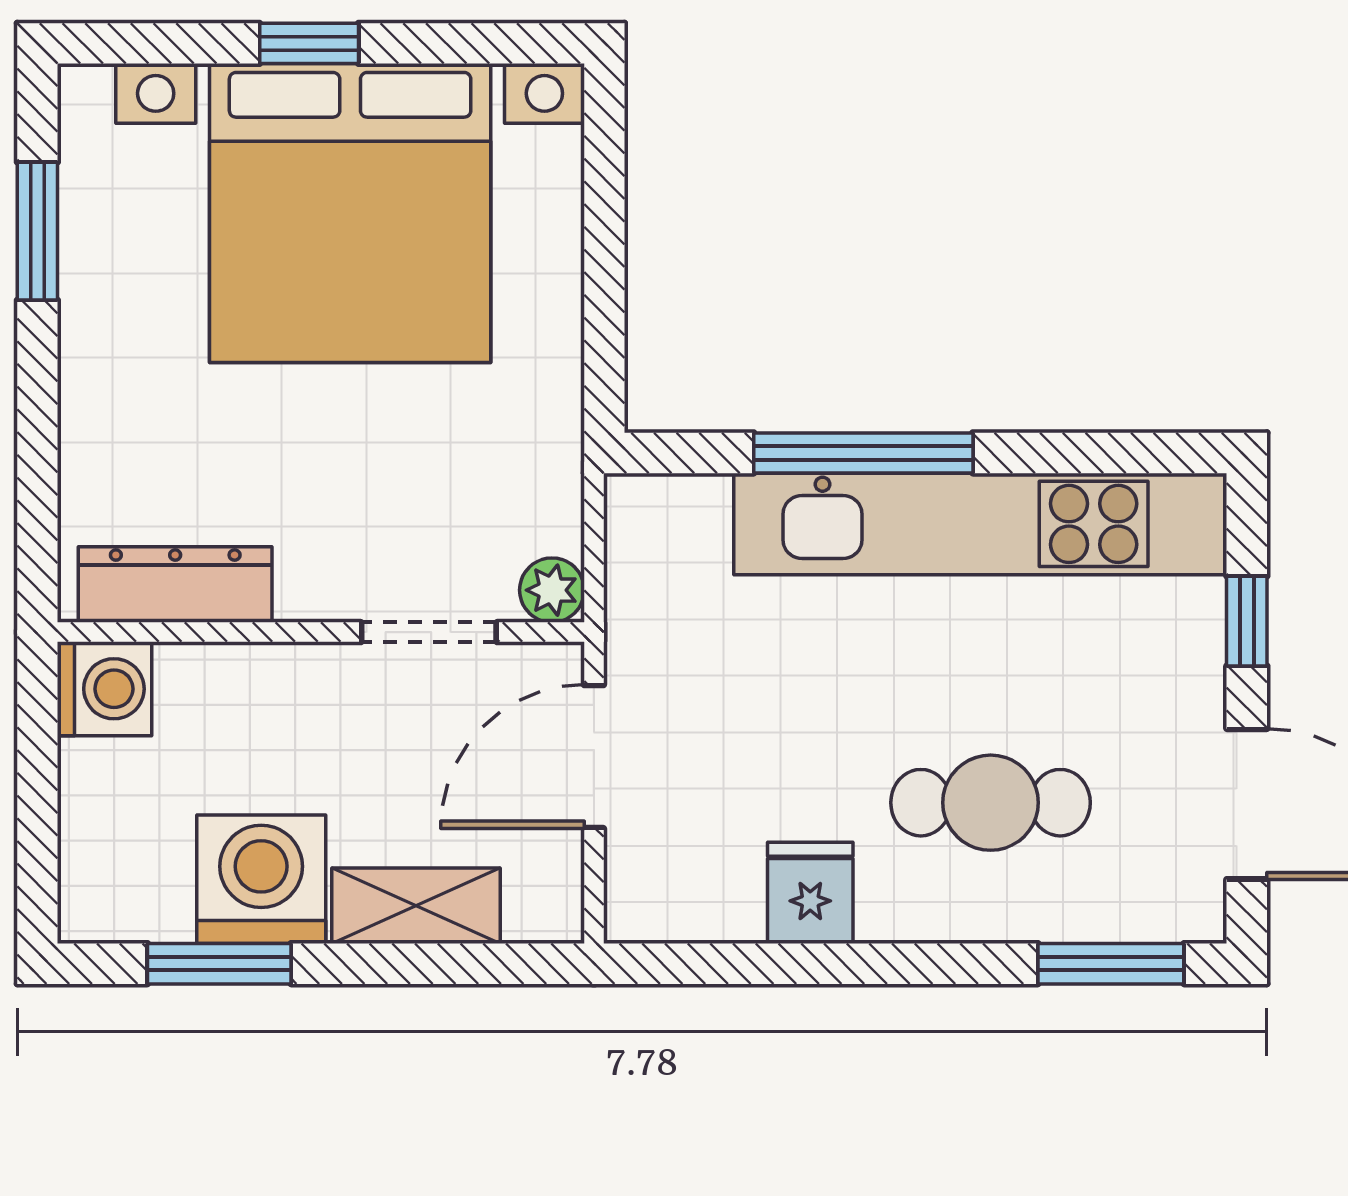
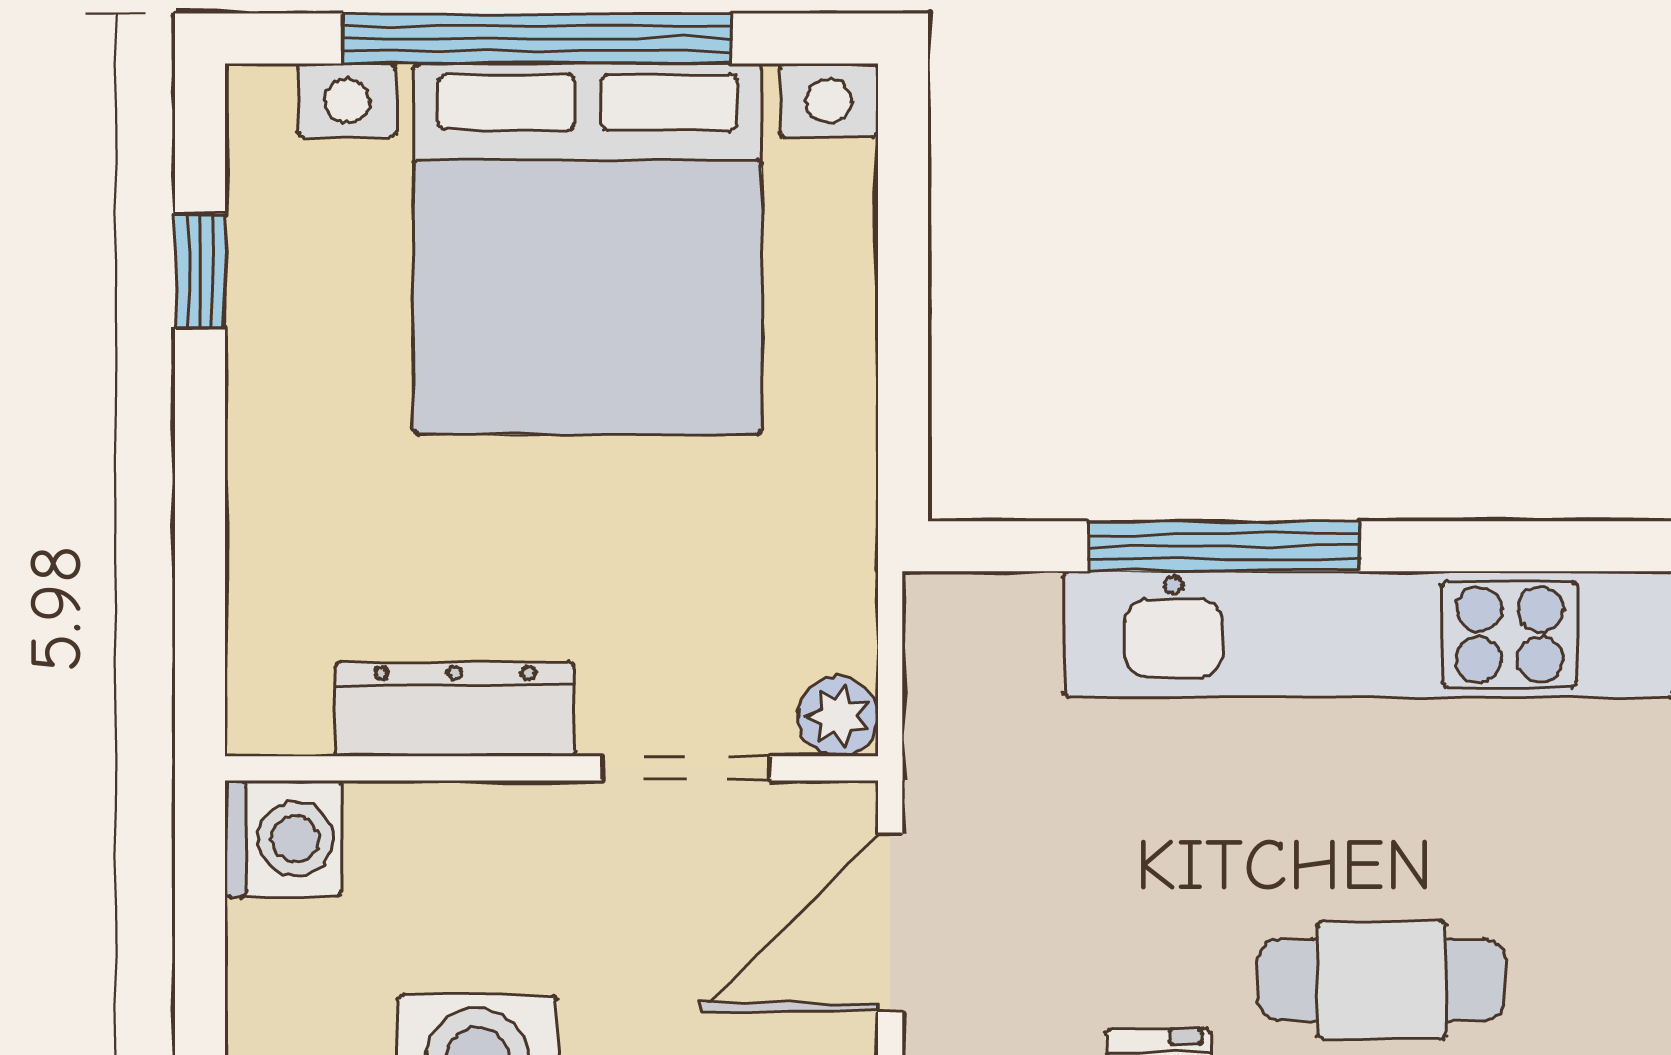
window: (309, 43) -> (537, 39), width x3.17
window: (37, 231) -> (200, 271), width x0.67
dresser: (175, 585) -> (455, 709), moved

